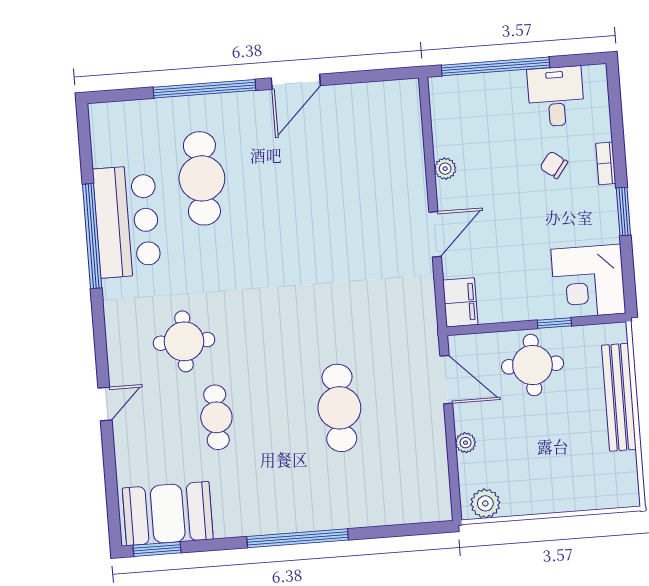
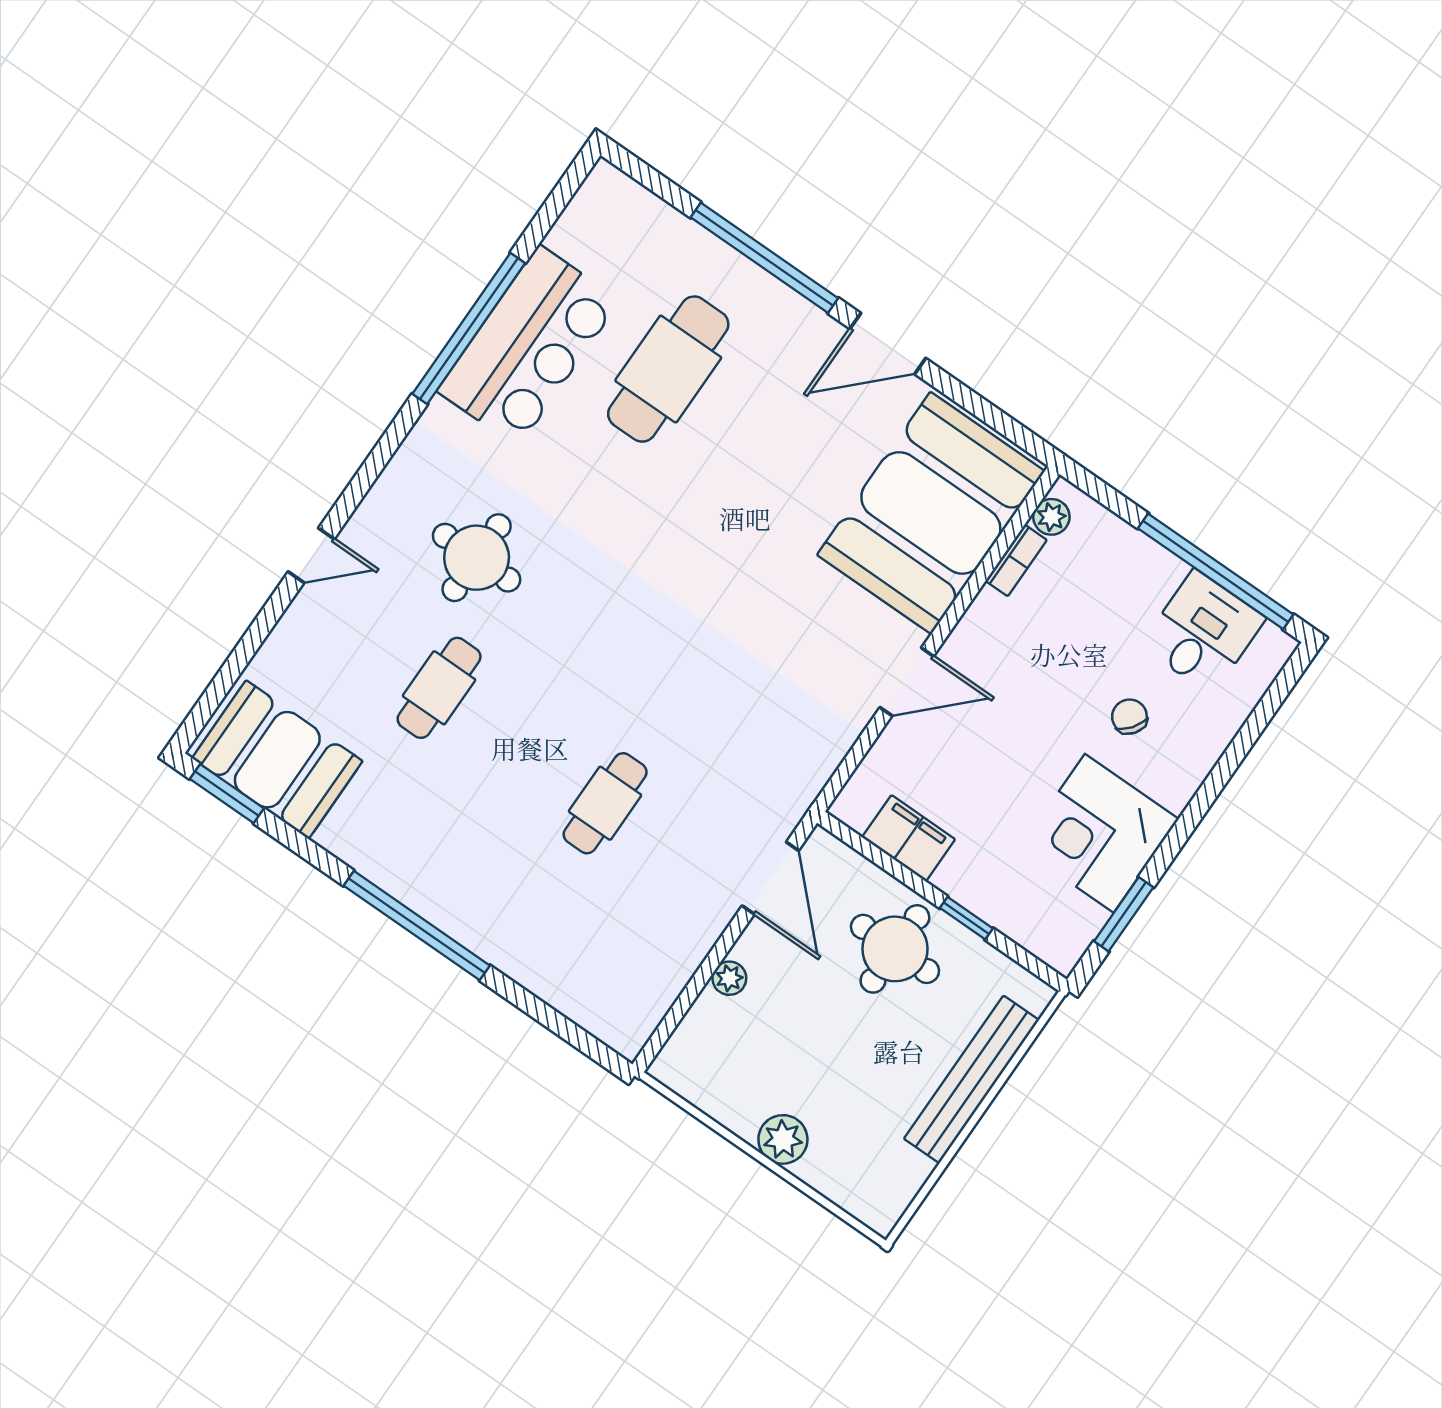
window: (496, 66) -> (1216, 571), moved
booth: (381, 145) -> (931, 513), added
bookcase: (606, 163) -> (1016, 560), moved, turned 180
plant: (445, 169) -> (1051, 517), moved
window: (623, 211) -> (1124, 914), moved
corner desk: (588, 281) -> (1099, 833), moved
filing cabinet: (460, 302) -> (909, 838), moved, turned -90
cafe table: (339, 408) -> (605, 803), width x0.73, depth x0.74
plant: (485, 503) -> (783, 1139), moved

